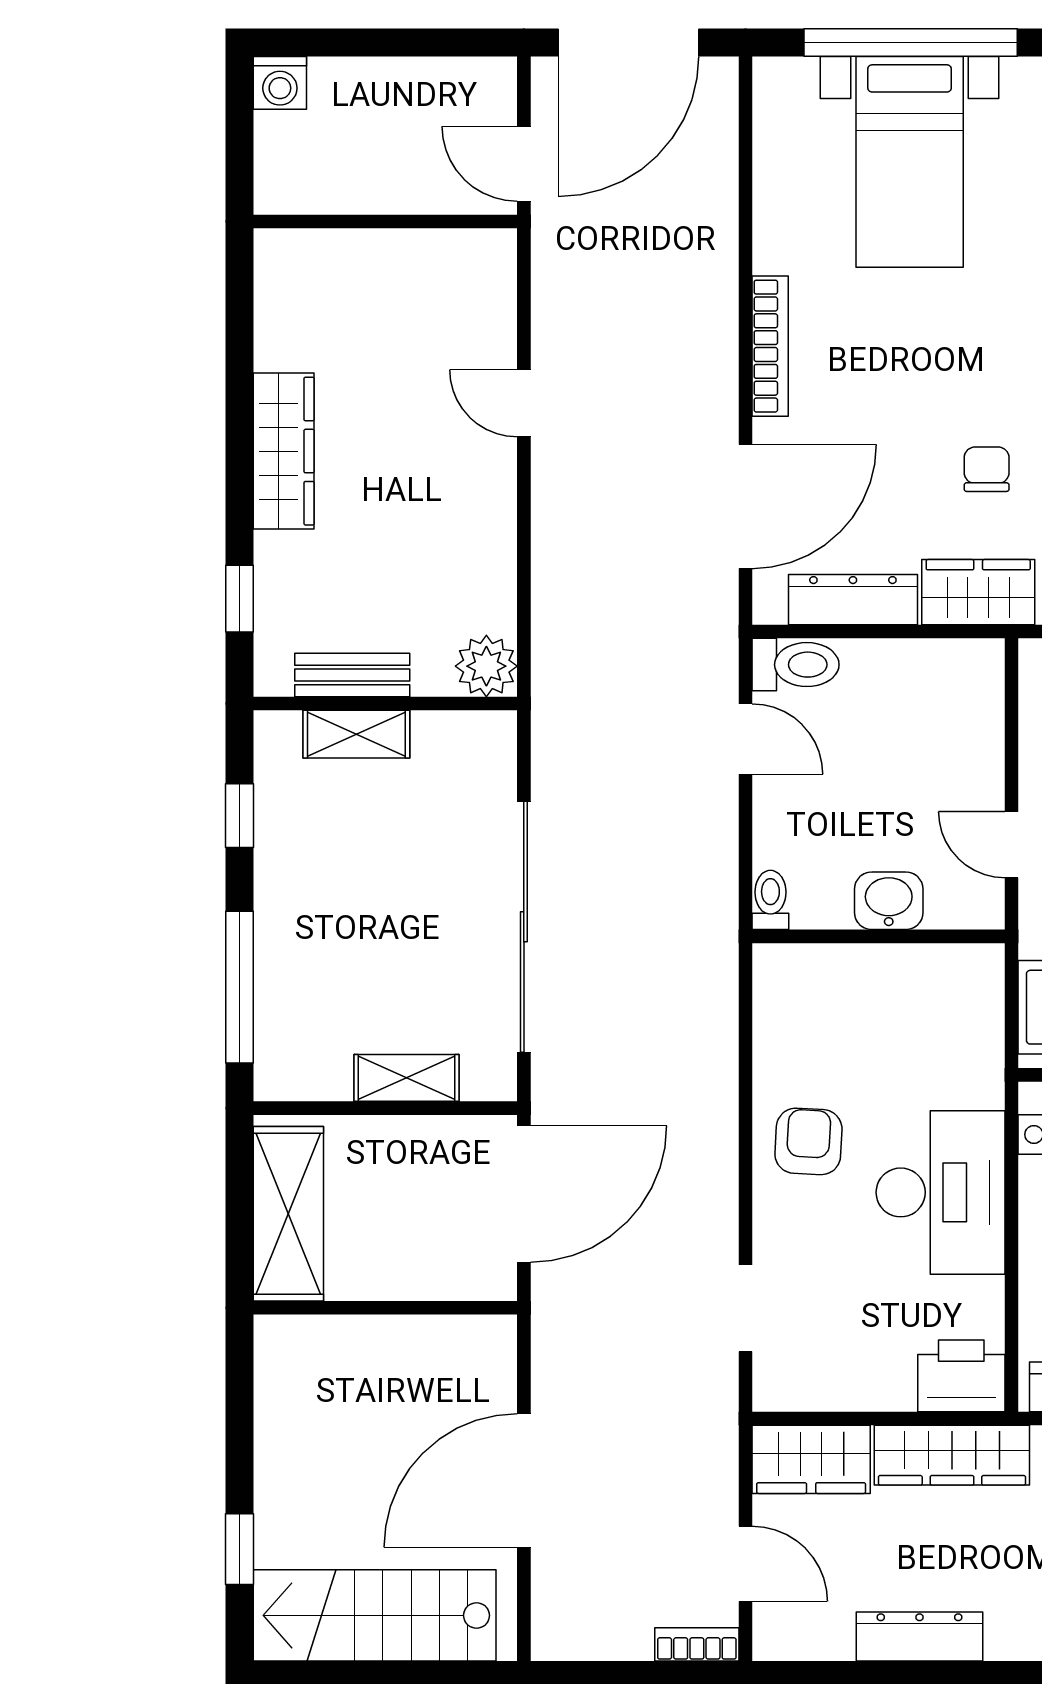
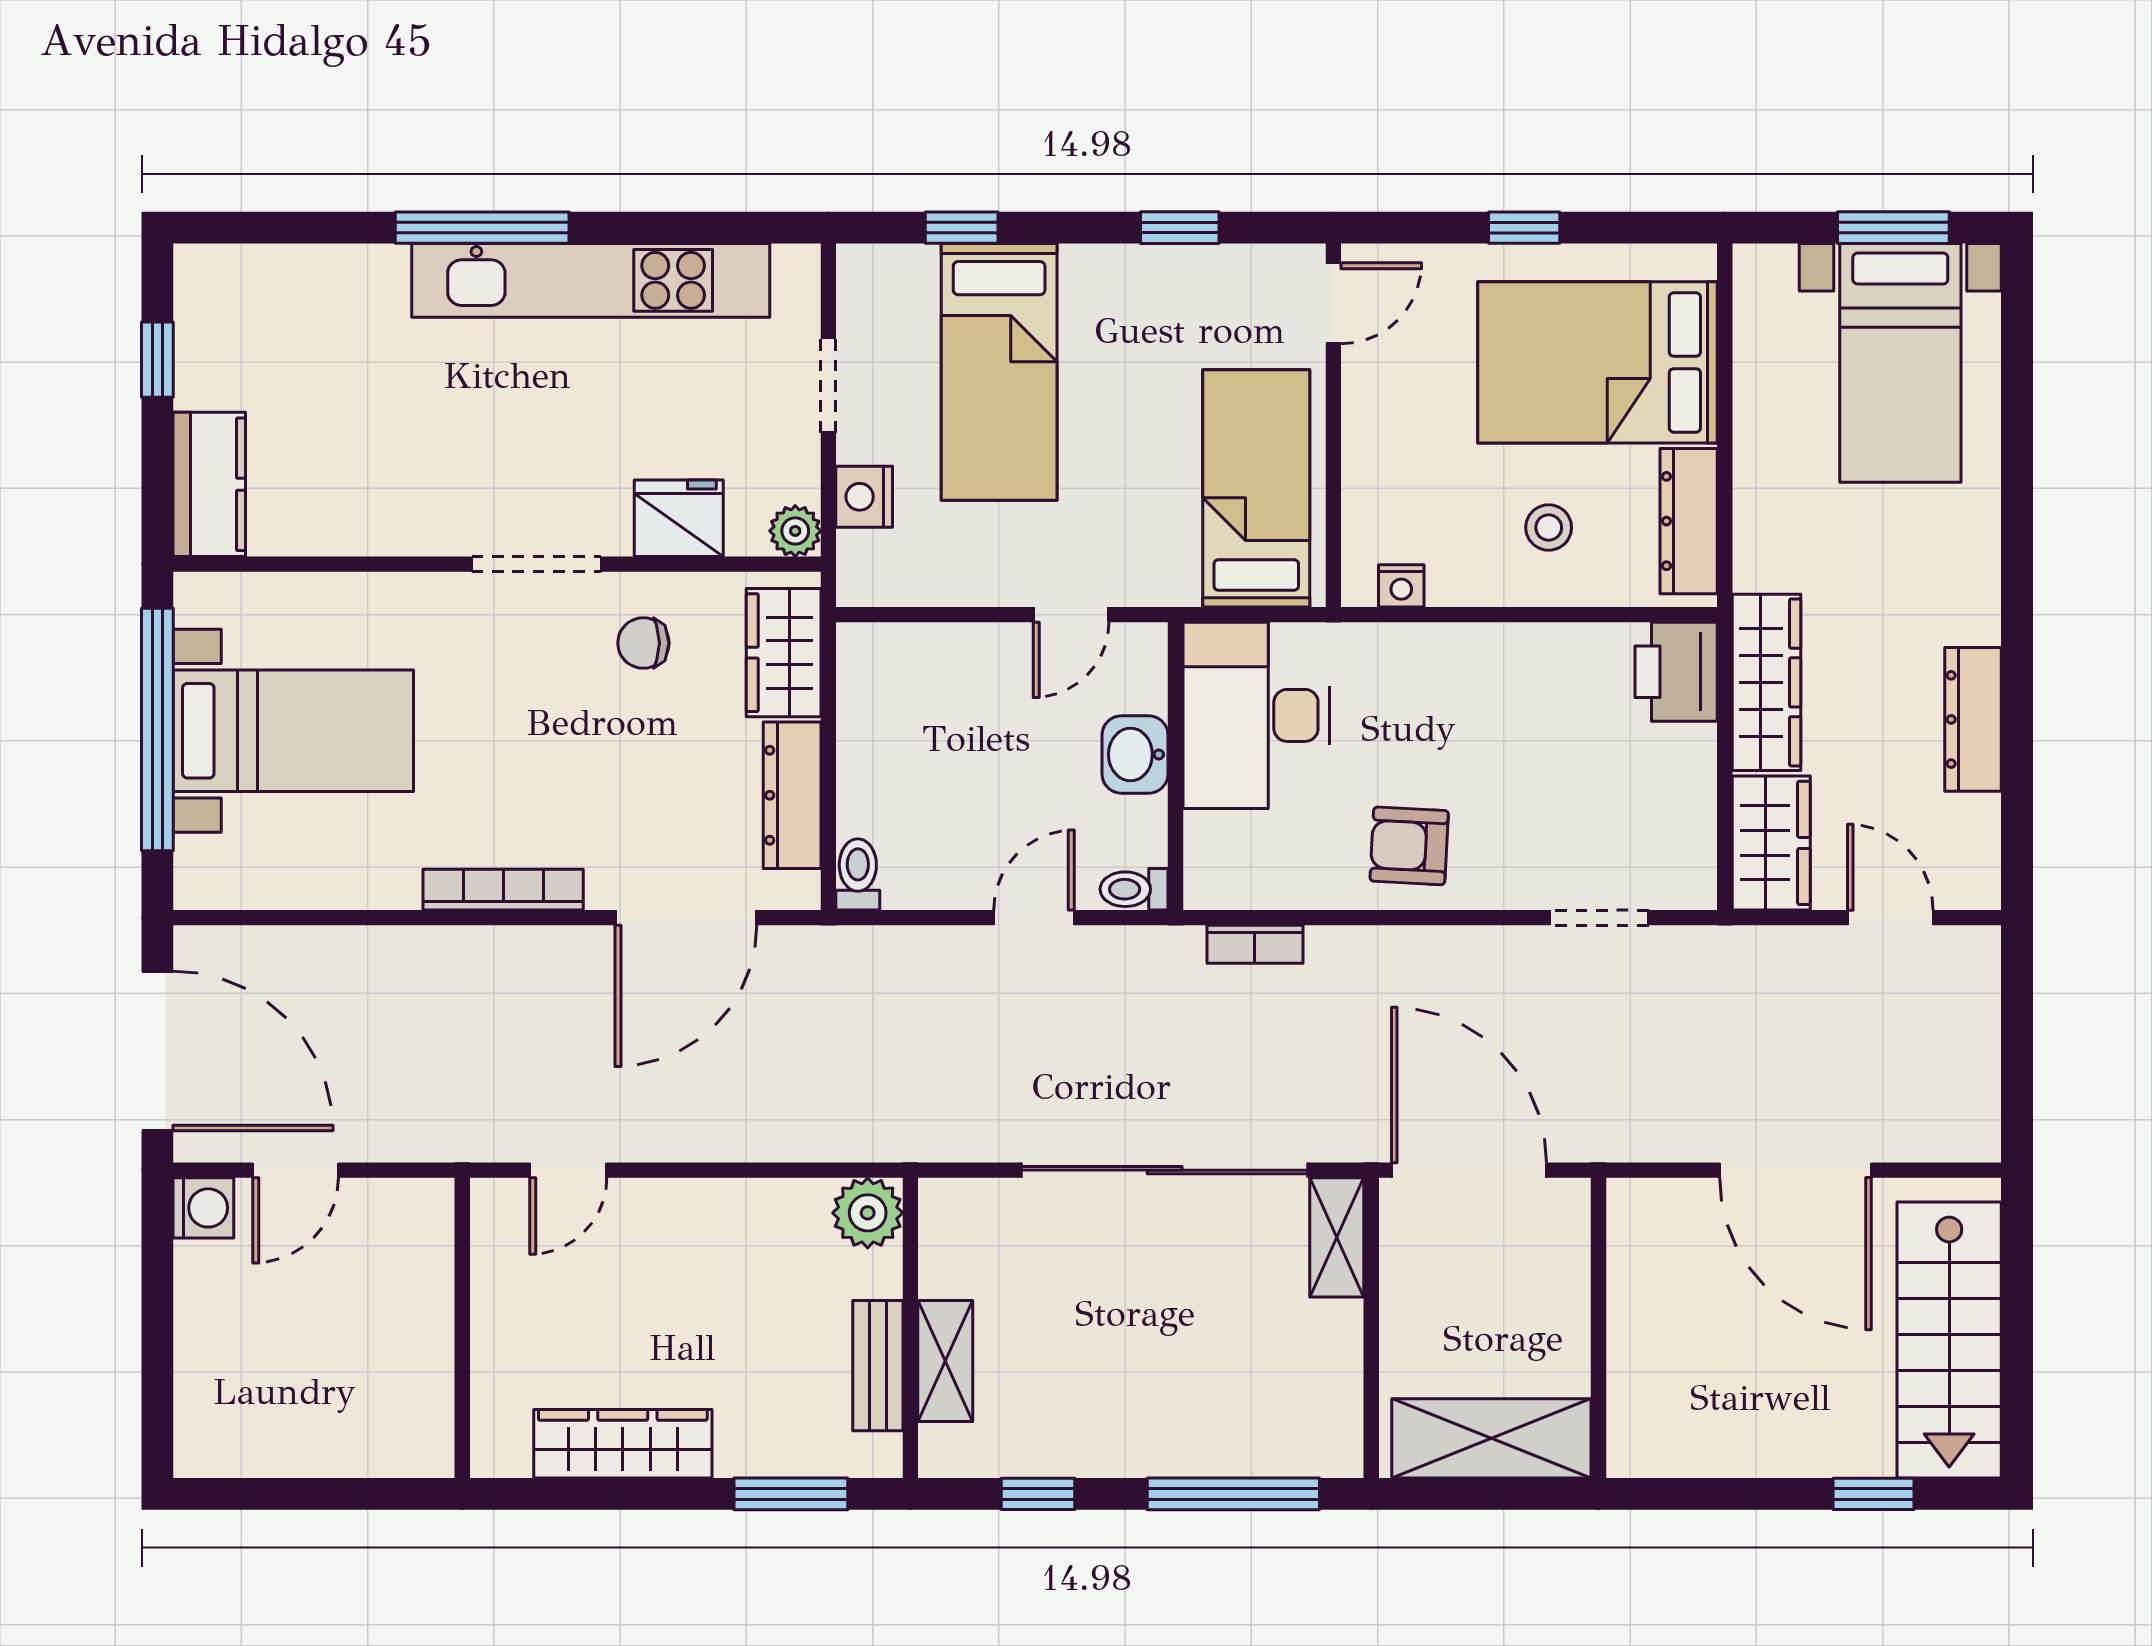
washing machine: (280, 83) -> (203, 1208), moved
wall: (385, 221) -> (462, 1328), moved
door: (746, 506) -> (686, 918), swing flipped
window: (240, 599) -> (791, 1494), width x1.50
toilet: (796, 665) -> (858, 874), width x0.73, depth x0.72
door: (746, 739) -> (1034, 918), moved
shelving: (407, 1078) -> (1337, 1237), moved
desk: (941, 1192) -> (1256, 715), moved, turned -90
door: (746, 1564) -> (1890, 918), hinge flipped
bookcase: (697, 1644) -> (1255, 944), moved, turned -90

